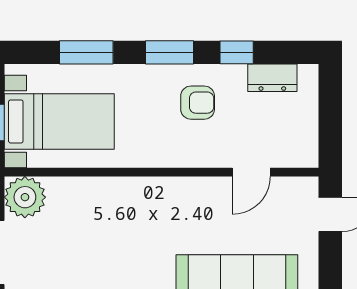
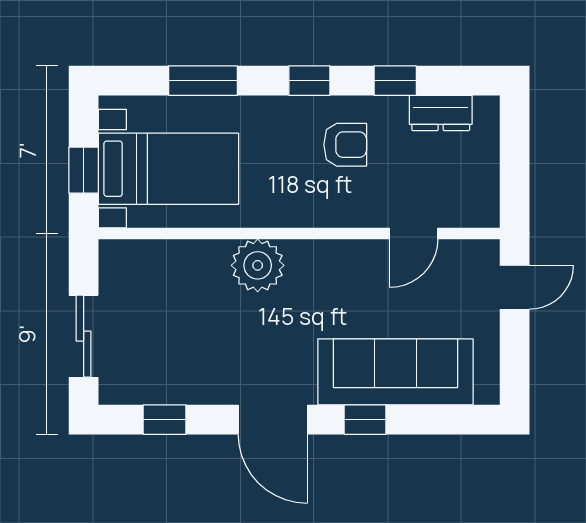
window: (170, 52) -> (309, 81), width x0.67
plant: (25, 197) -> (258, 265), moved

